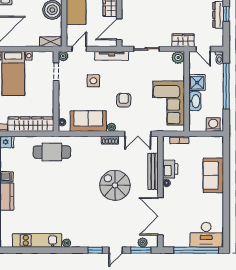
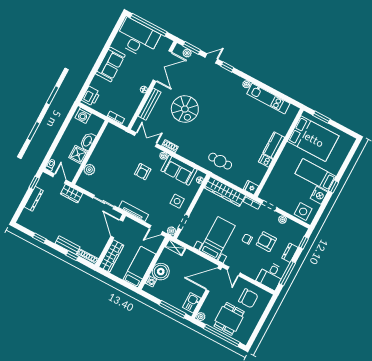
window: (226, 14) -> (34, 183), moved
door: (119, 29) -> (117, 229), swing flipped
plant: (178, 58) -> (89, 170), moved
side table: (93, 81) -> (177, 201), moved
window: (226, 86) -> (57, 140), removed
corner sofa: (169, 103) -> (109, 151), removed
cafe table: (52, 152) -> (220, 161), width x0.73, depth x0.74
printer: (170, 169) -> (91, 96), moved, turned 180
sofa: (213, 175) -> (110, 64), moved
desk: (206, 235) -> (137, 38), width x1.36, depth x1.30

